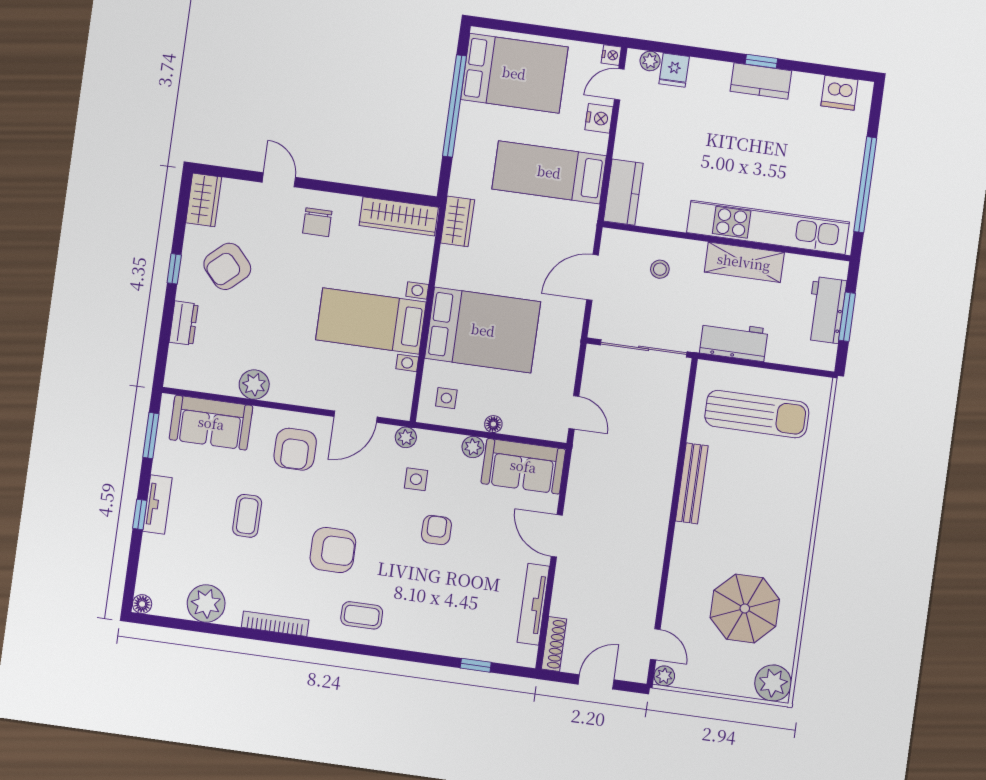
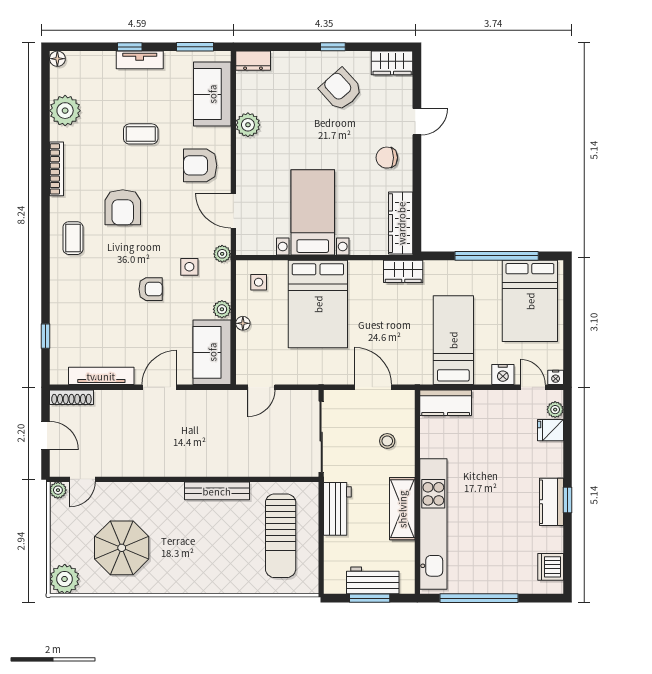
dresser: (184, 323) -> (253, 61), moved

